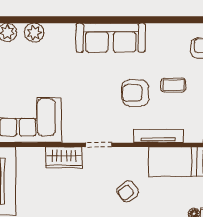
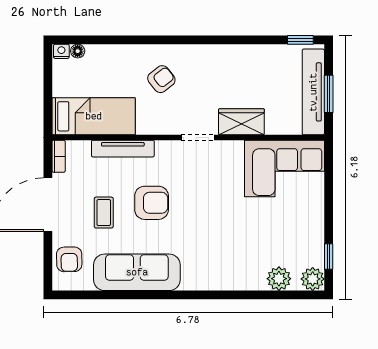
sofa: (111, 38) -> (137, 272), moved
coffee table: (173, 85) -> (104, 213), turned 90

